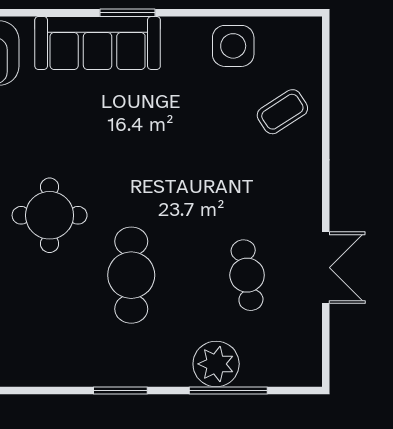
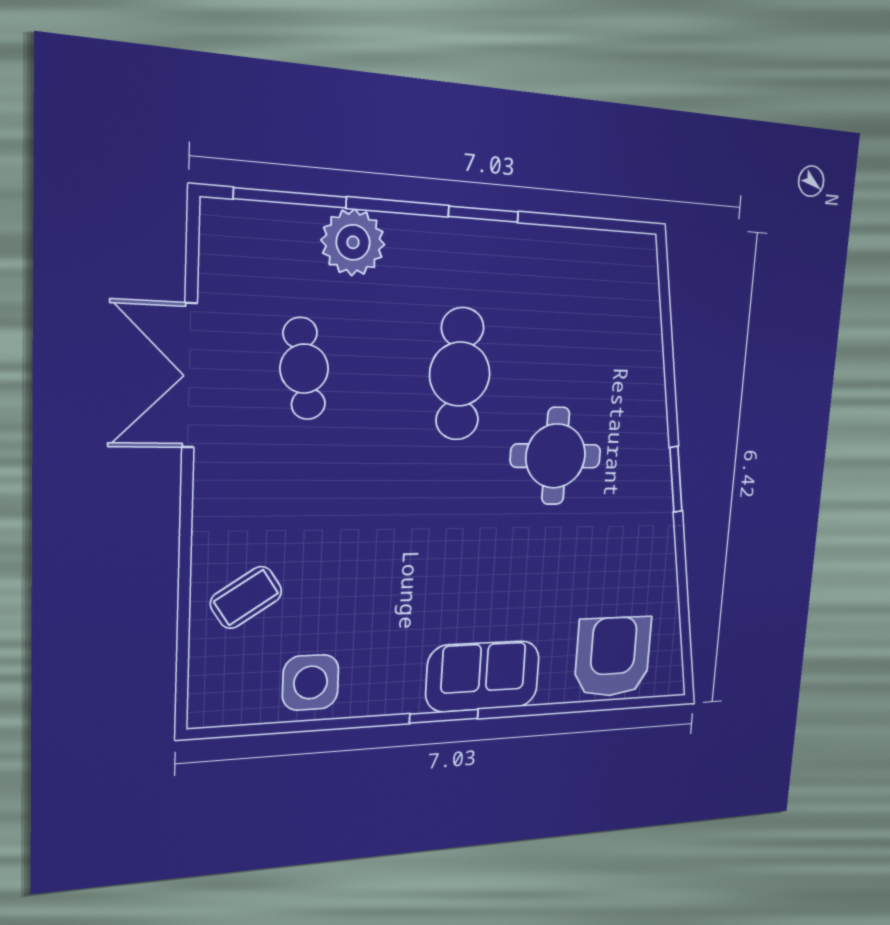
sofa: (98, 43) -> (483, 676), width x0.73
double door: (326, 268) -> (189, 376), width x1.37
window: (228, 391) -> (291, 198), moved

